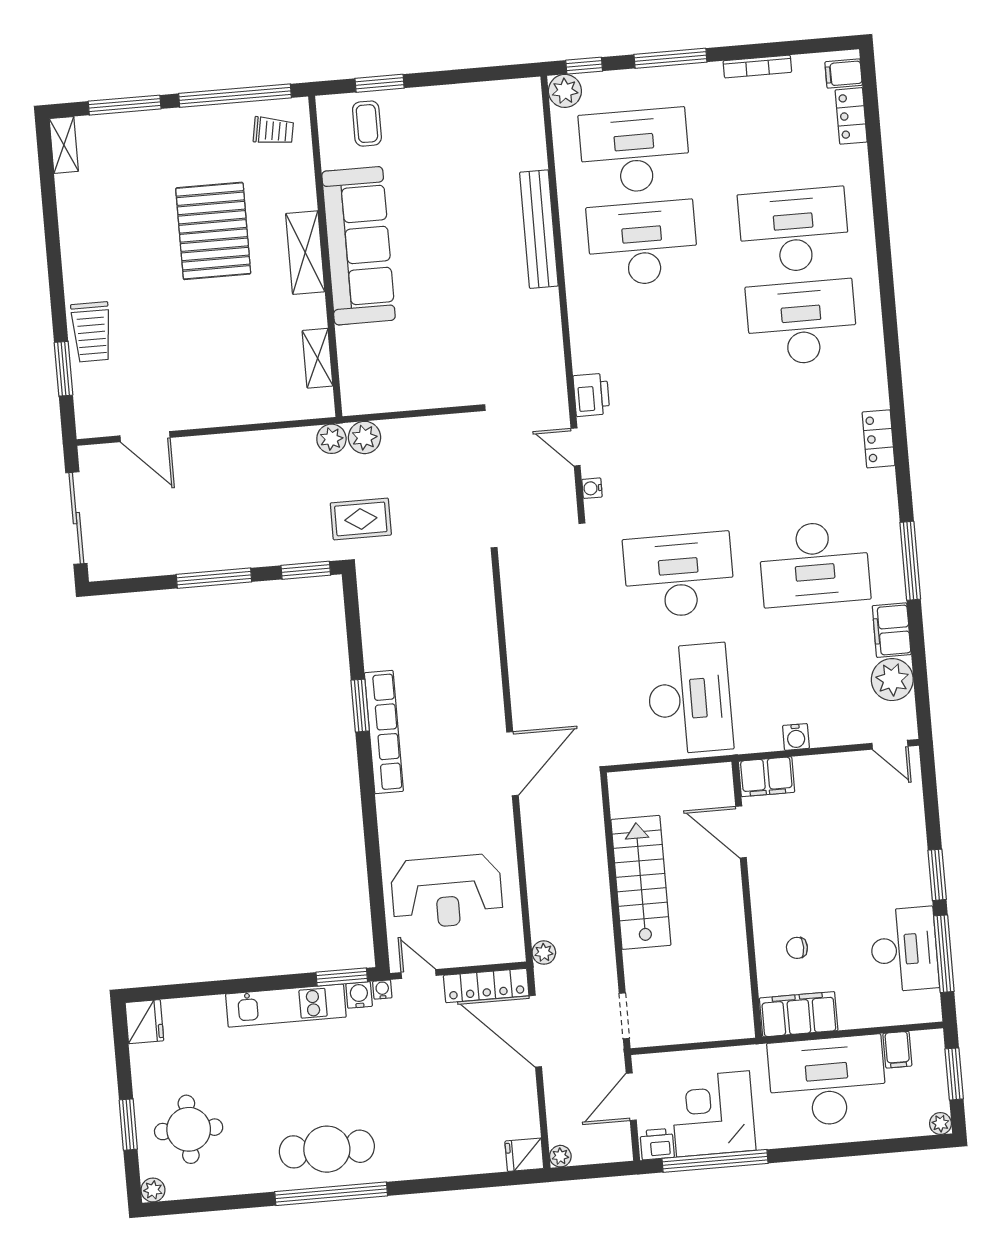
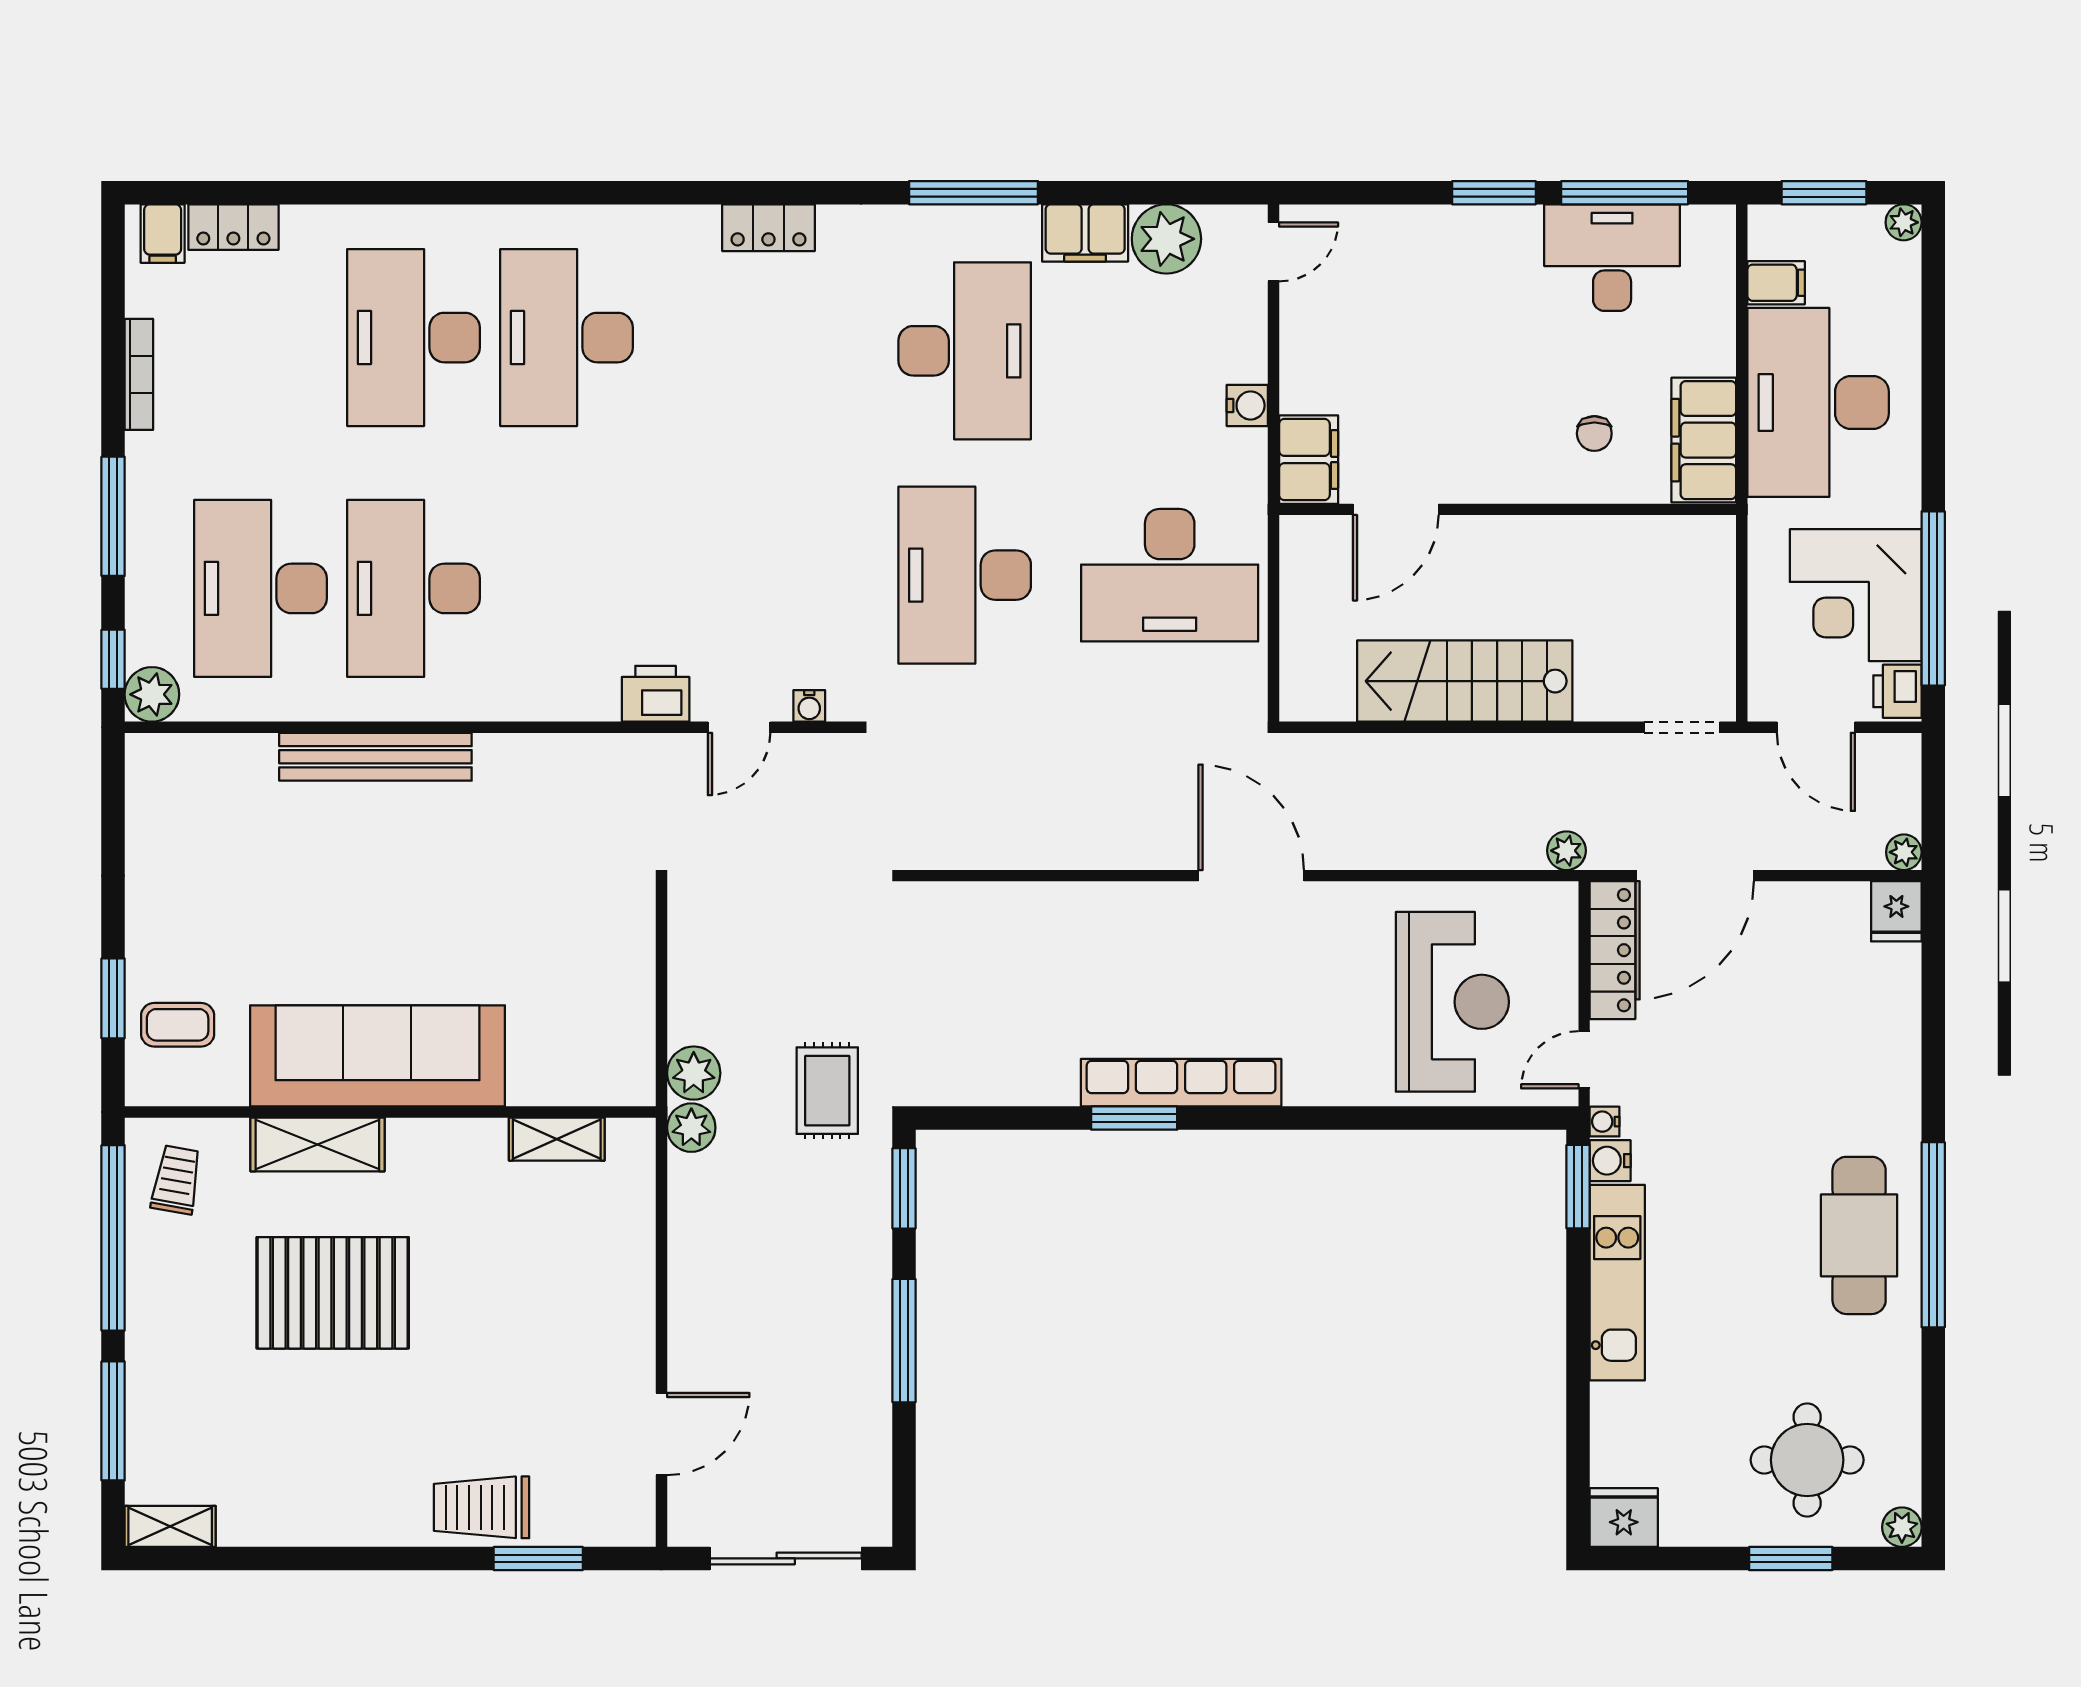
shelving: (305, 253) -> (317, 1144), moved
trolley: (91, 332) -> (482, 1507), turned 180
desk: (690, 699) -> (1170, 575), turned 180

